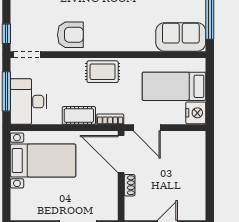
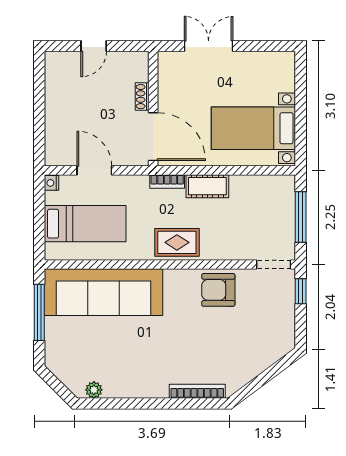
sofa: (181, 37) -> (103, 292), width x1.85, depth x1.27
desk: (28, 102) -> (272, 204), removed
nightstand: (196, 113) -> (52, 183), width x0.53, depth x0.56
door: (147, 128) -> (94, 170), moved

